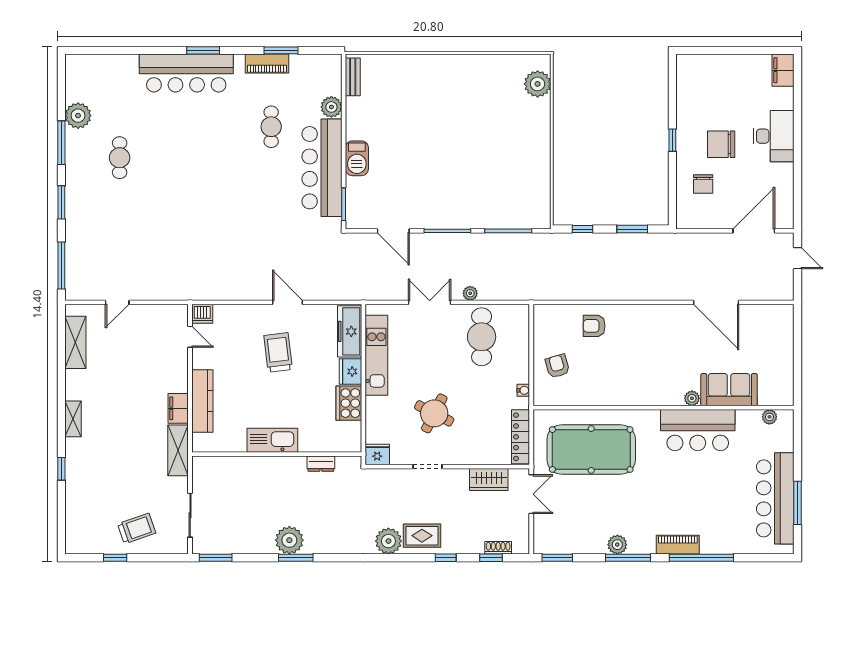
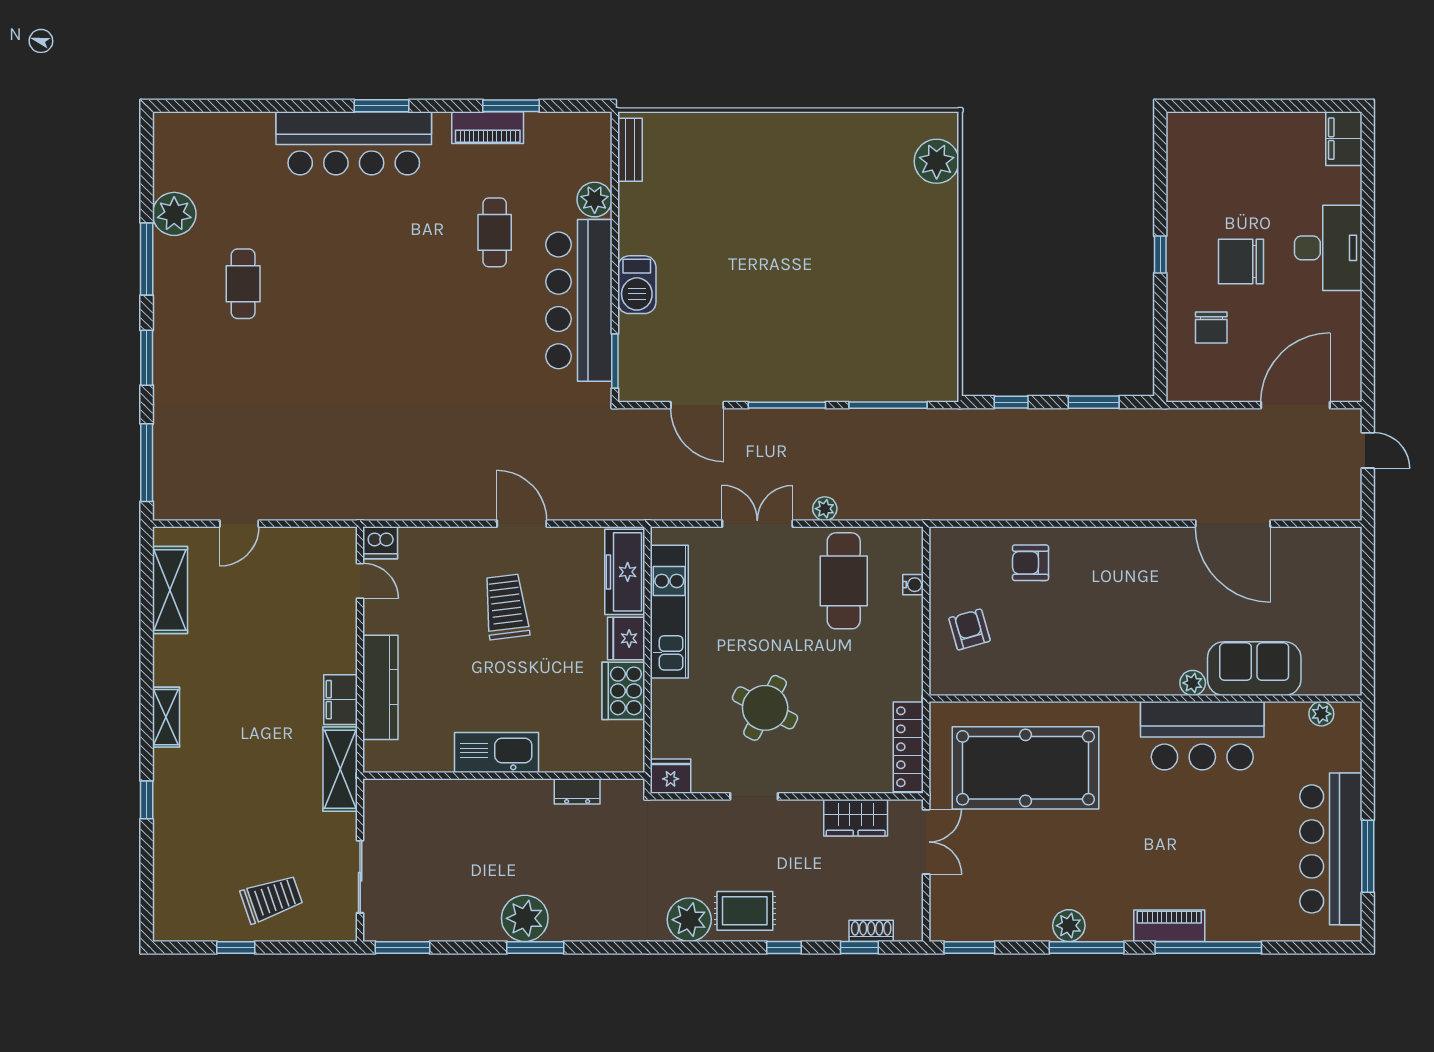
water cooler: (523, 390) -> (913, 585), moved

